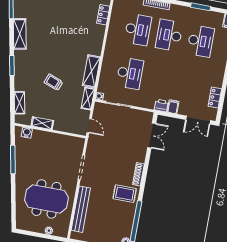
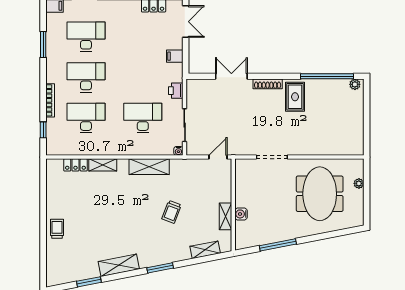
desk: (169, 35) -> (86, 77), turned 180
shelving: (88, 99) -> (103, 165), moved
printer: (161, 105) -> (176, 91), moved
water cooler: (27, 133) -> (241, 214), moved
double door: (152, 135) -> (231, 76), moved
bench: (81, 209) -> (325, 148), removed

